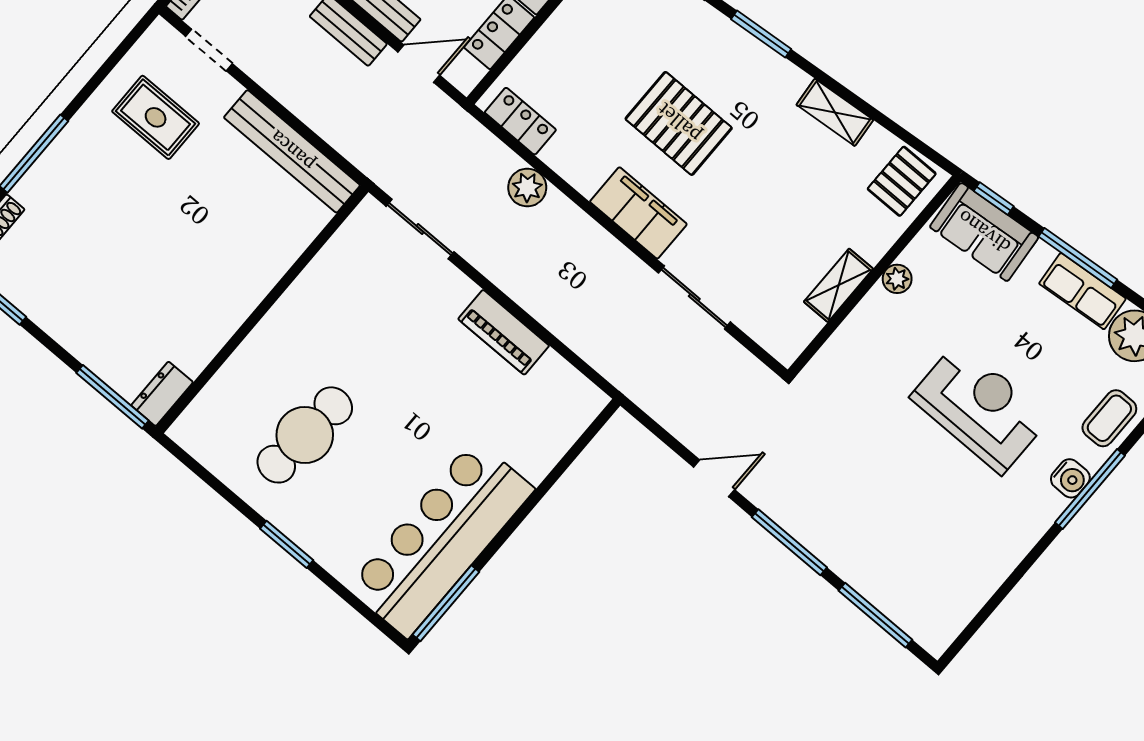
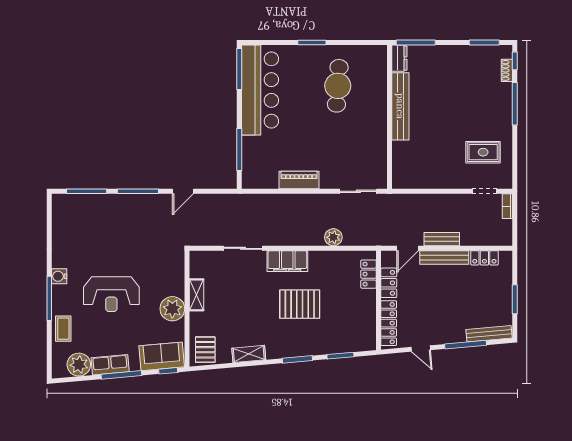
locker: (520, 121) -> (369, 274), moved, turned 90
bench: (292, 151) -> (400, 106), moved, turned 90
plant: (897, 279) -> (172, 309), width x1.87, depth x1.87
window: (560, 468) -> (239, 150), added
water cooler: (1070, 478) -> (59, 276), moved

